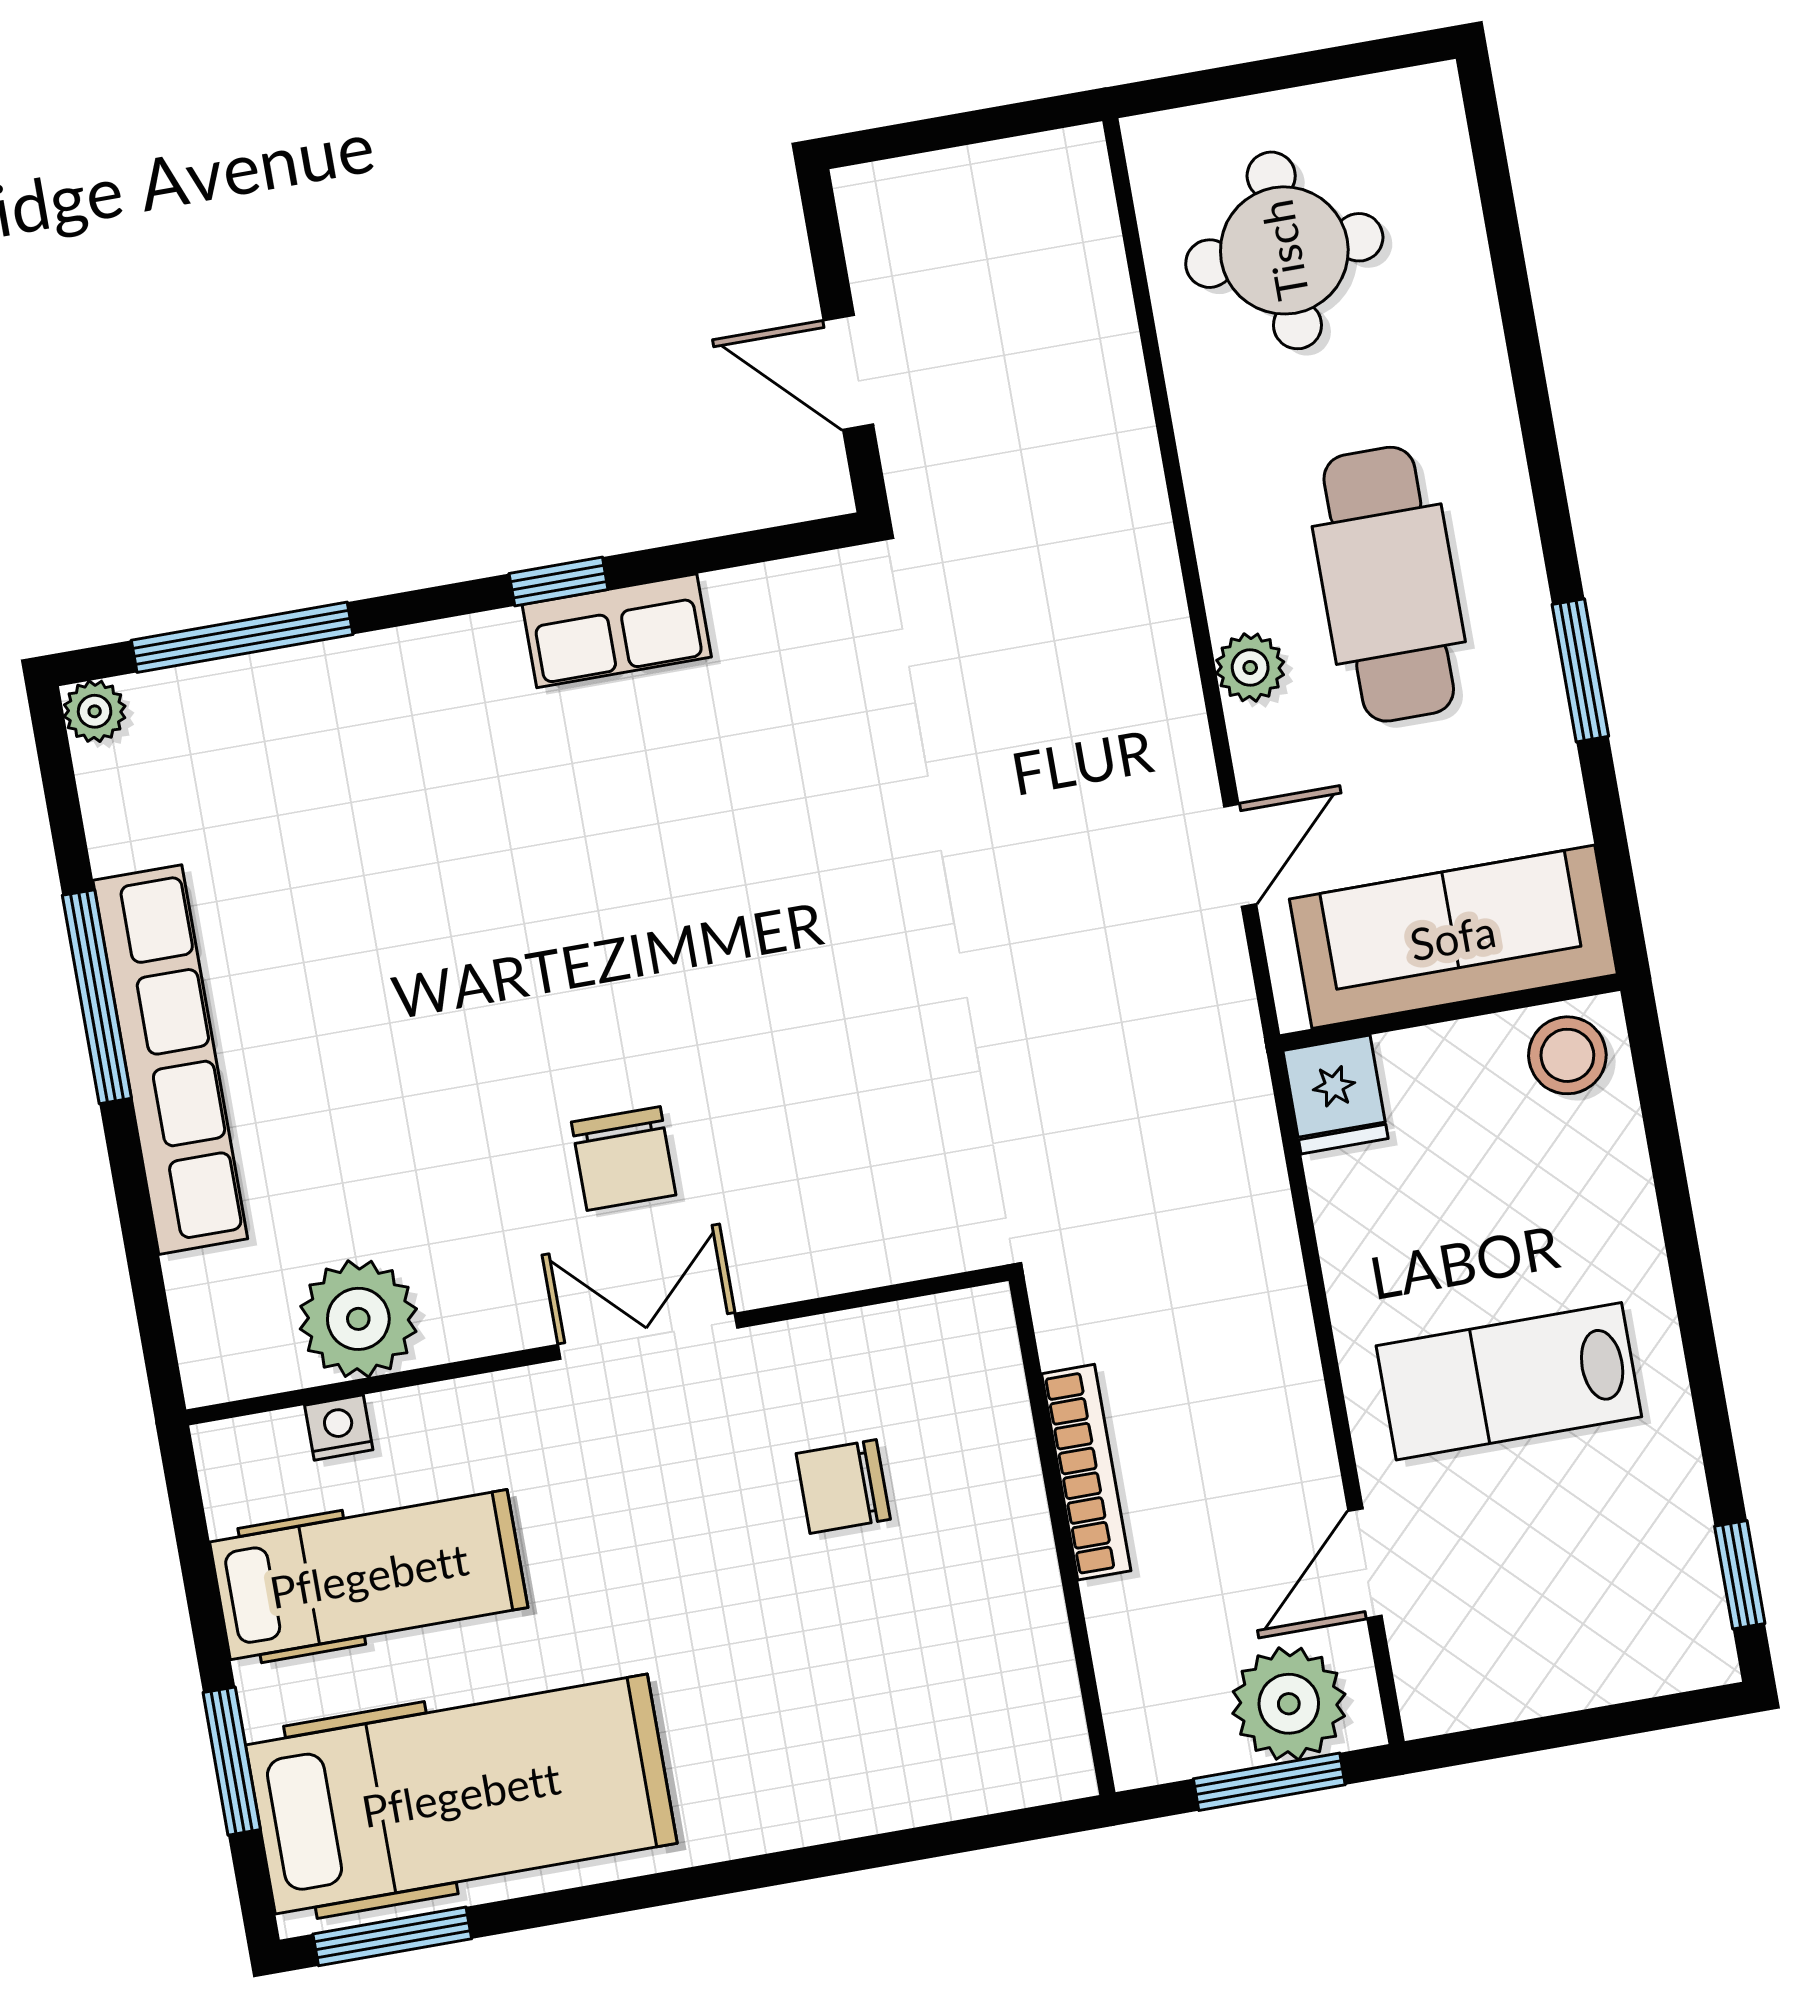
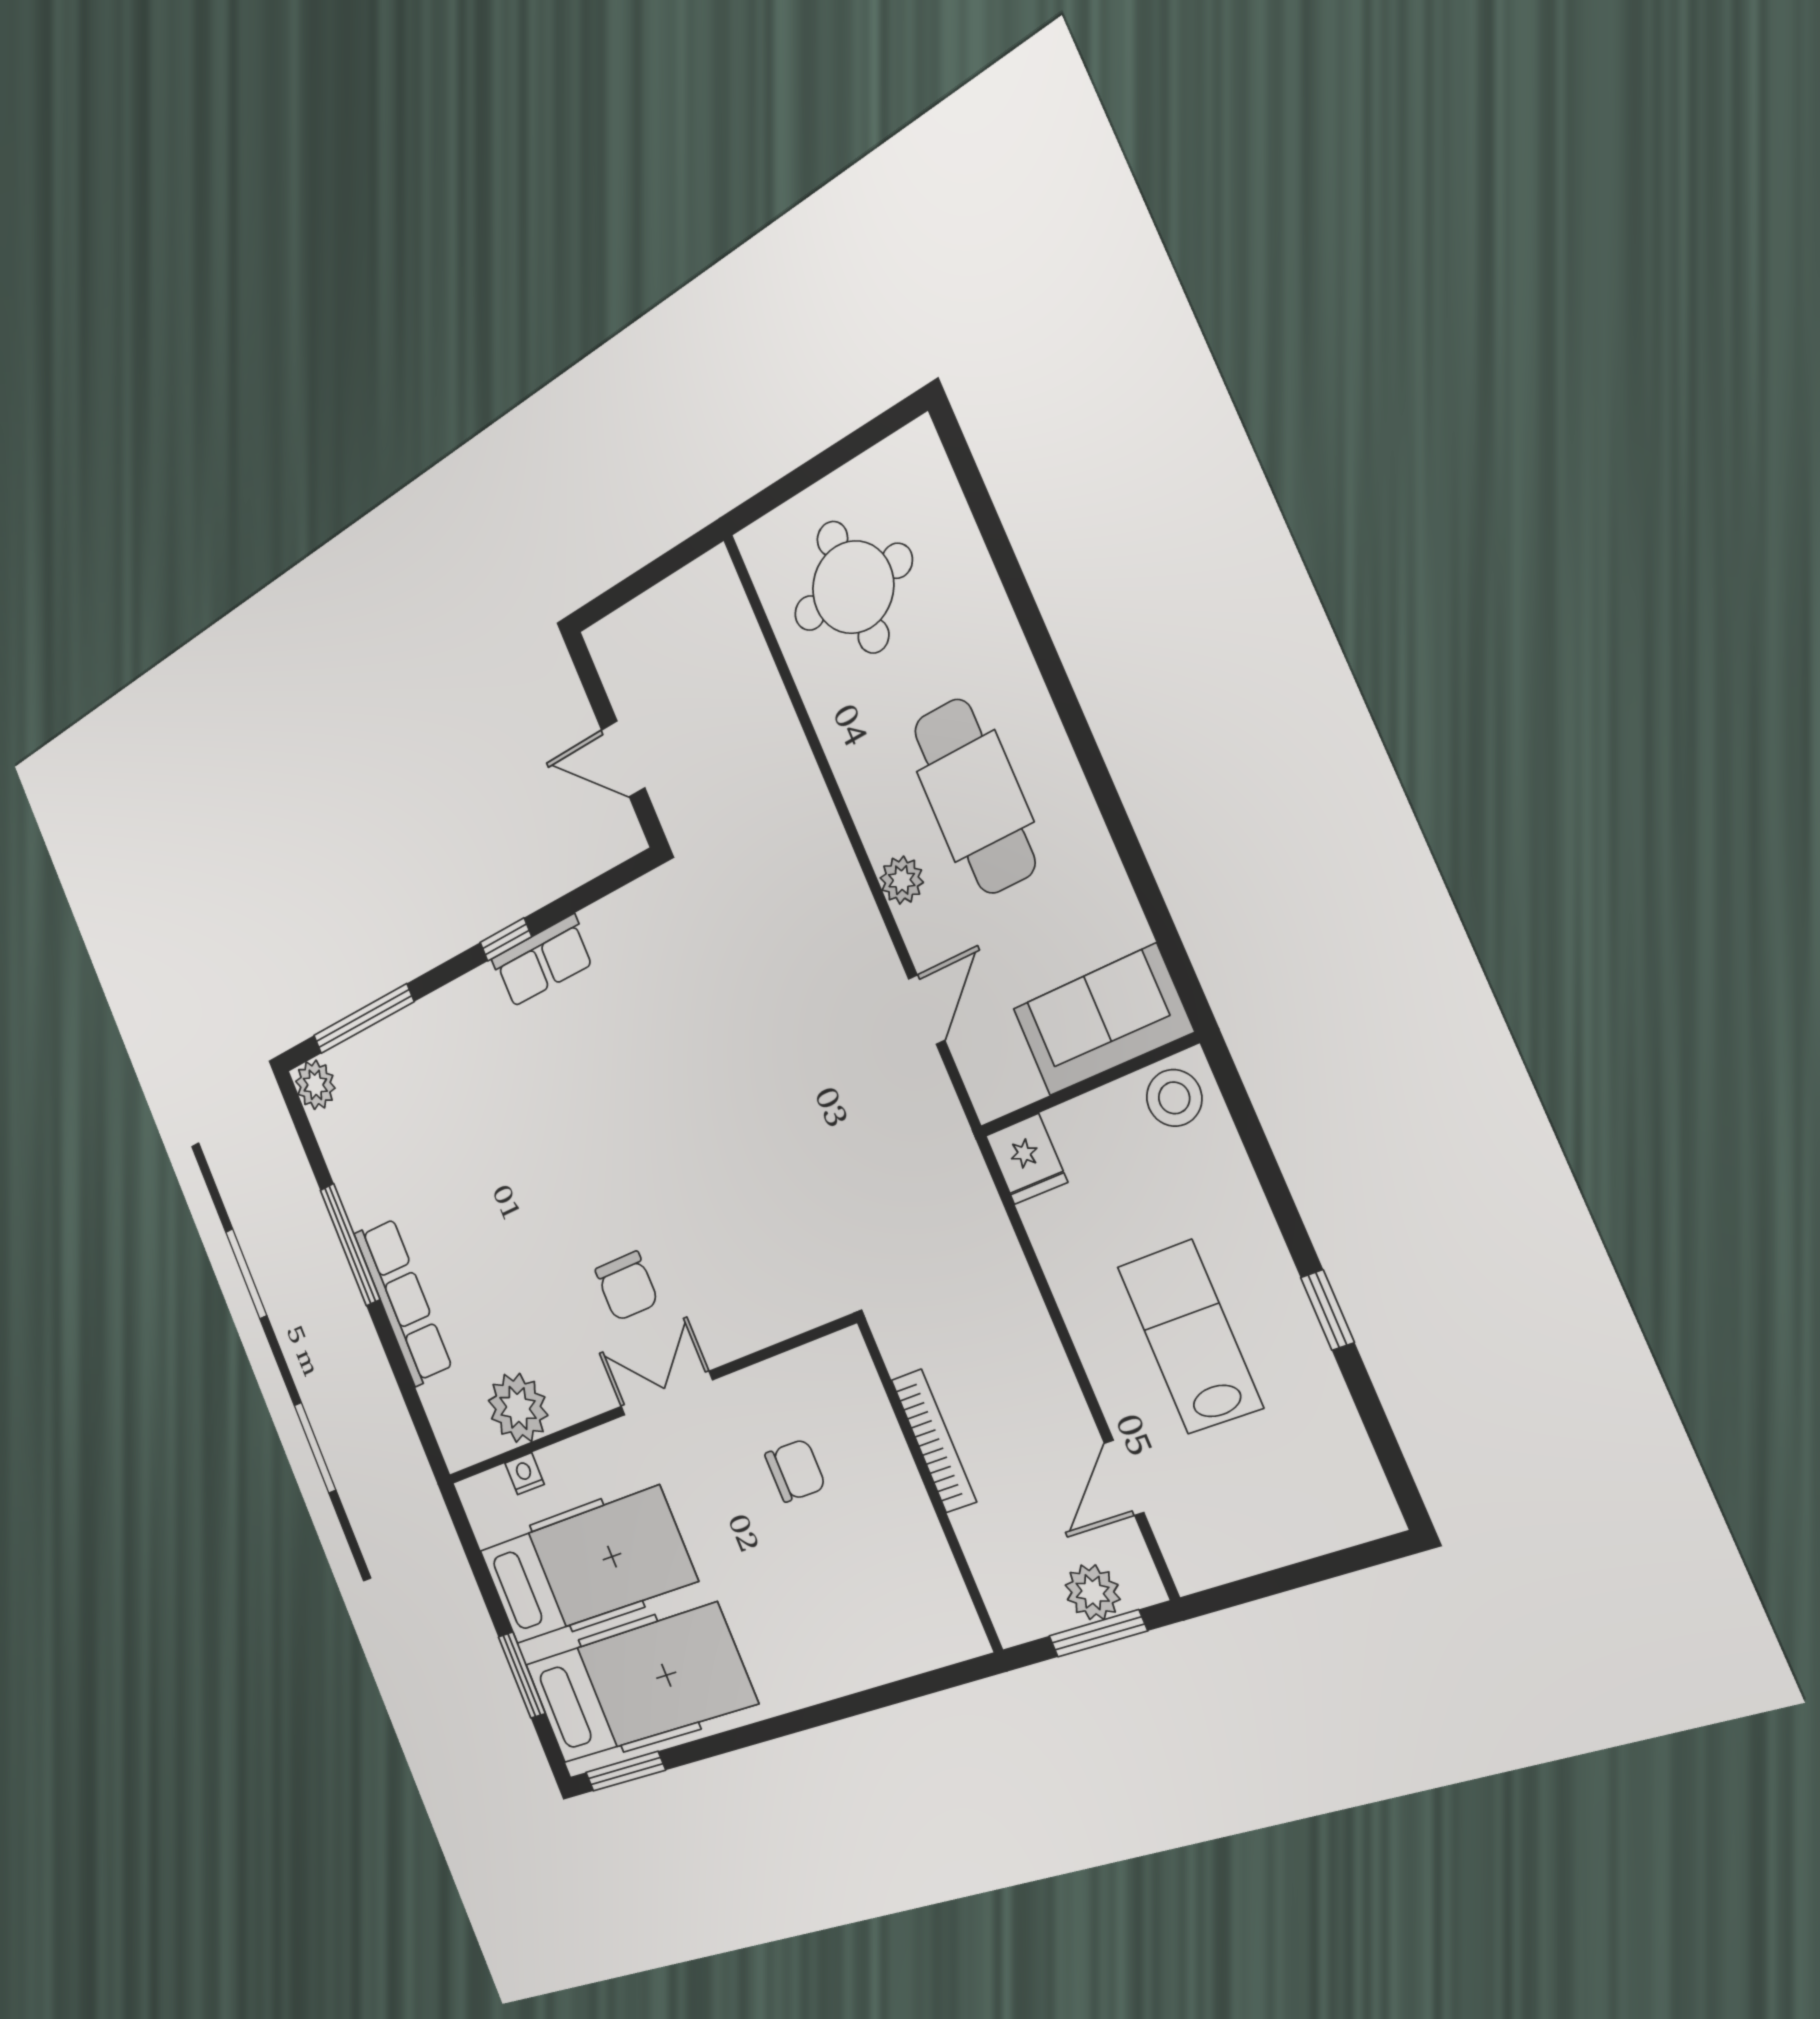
window: (1580, 670) -> (1116, 819), removed
plant: (95, 711) -> (315, 1085), width x1.38, depth x1.38
sofa: (1453, 937) -> (1102, 1020), width x0.73
row of seats: (170, 1060) -> (403, 1302), width x0.73
lab bench: (1509, 1381) -> (1190, 1337), turned 90
chair: (843, 1486) -> (795, 1471), turned 180
hospital bed: (369, 1575) -> (587, 1566), width x1.37, depth x1.29
window: (1740, 1575) -> (1327, 1310), moved
plant: (1289, 1704) -> (1093, 1592), width x0.73, depth x0.73

